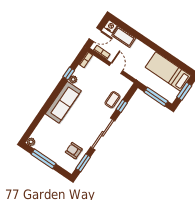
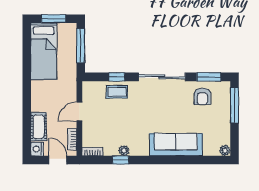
sofa: (63, 102) -> (176, 144), moved
window: (43, 159) -> (234, 105), moved

